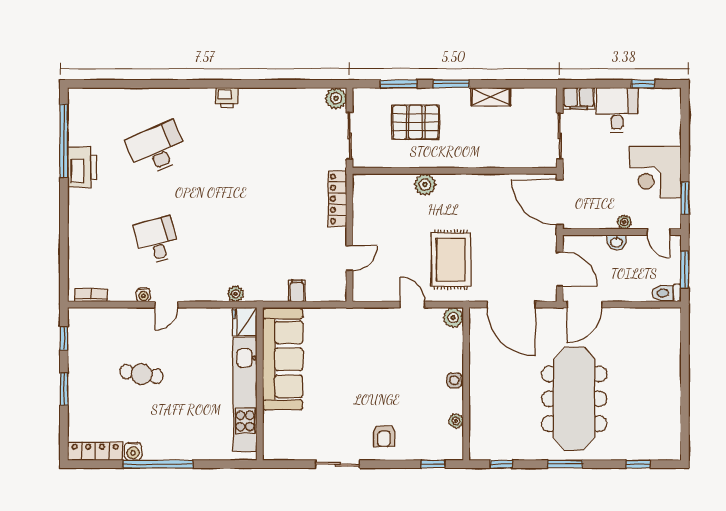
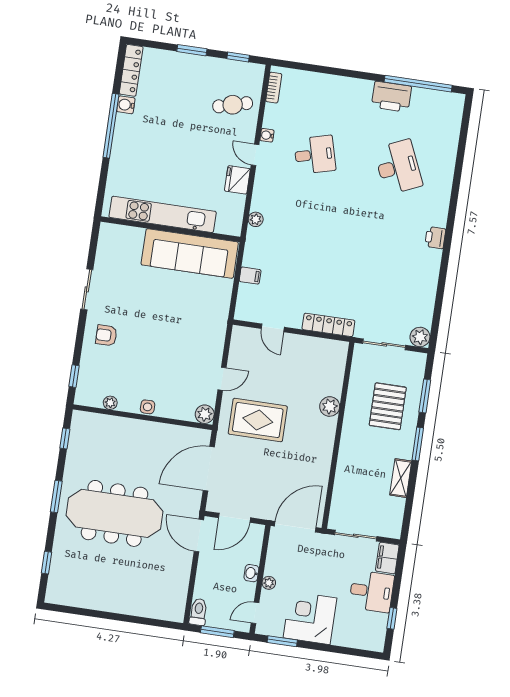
fridge: (245, 322) -> (237, 180), moved, turned -90
cafe table: (142, 374) -> (233, 105), moved, turned 66

